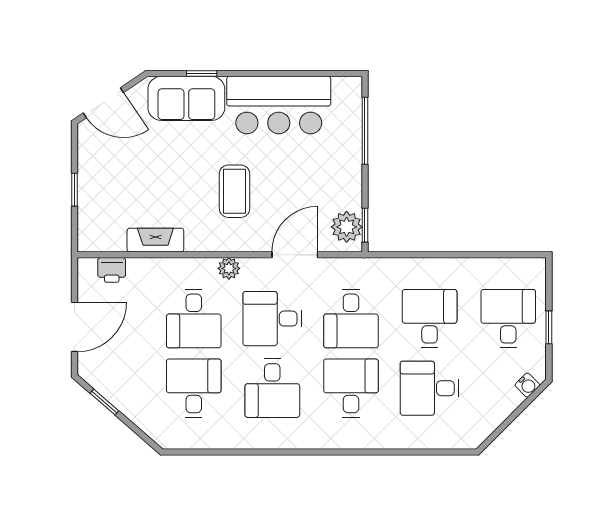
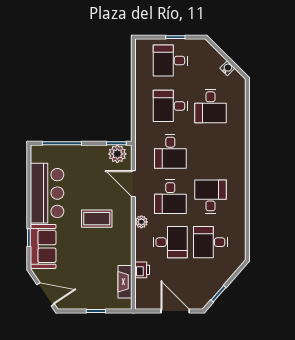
door: (103, 103) -> (46, 294), hinge flipped
fireplace: (155, 240) -> (125, 282), moved
printer: (112, 270) -> (142, 270), moved
desk: (351, 319) -> (170, 151), turned 90
water cooler: (527, 385) -> (227, 68), moved
desk: (272, 388) -> (210, 197), turned -90
desk: (351, 388) -> (210, 151), removed

